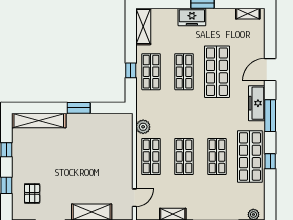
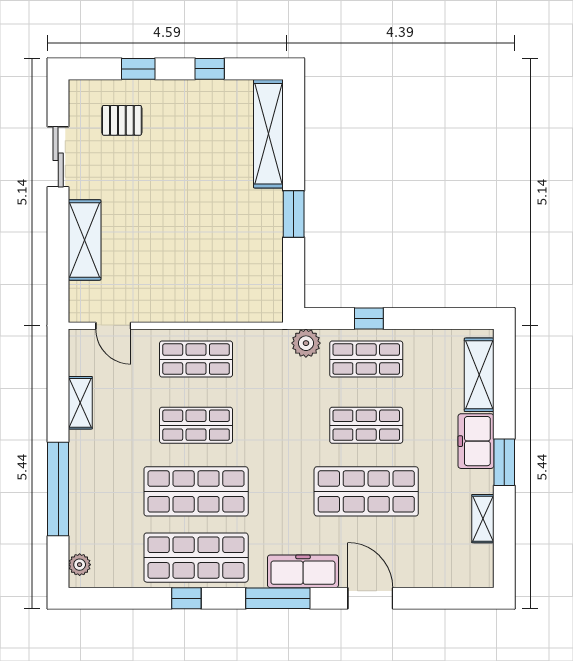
shelving: (248, 14) -> (483, 519), moved
shelving: (143, 26) -> (479, 375), moved, turned 90
plant: (143, 127) -> (306, 343), moved
shop shelf: (217, 156) -> (196, 491), width x1.43, depth x1.36

